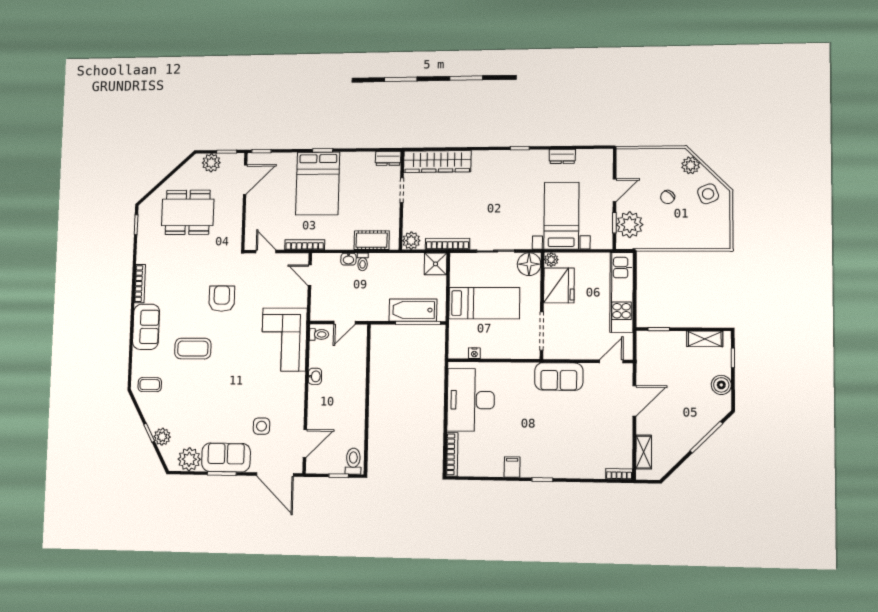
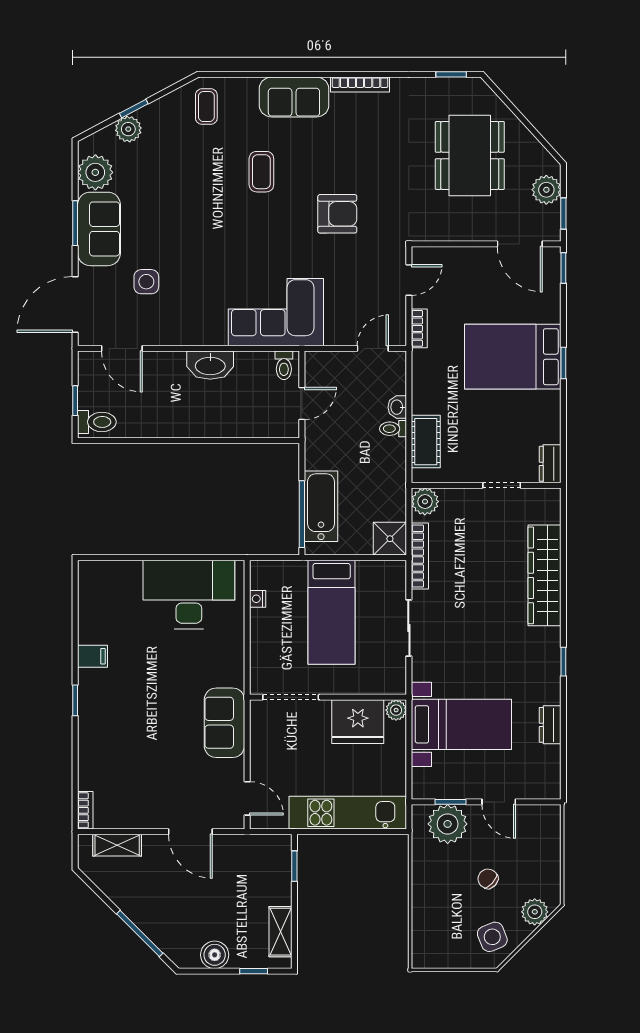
wardrobe: (437, 161) -> (545, 575), moved
bookcase: (305, 245) -> (419, 328), width x0.64
floor lamp: (529, 264) -> (389, 678), removed
door: (344, 323) -> (302, 403), swing flipped
coffee table: (193, 349) -> (261, 172), width x0.73, depth x0.77
washbasin: (315, 376) -> (210, 365), width x1.91, depth x1.45
bookcase: (452, 454) -> (109, 568), removed

